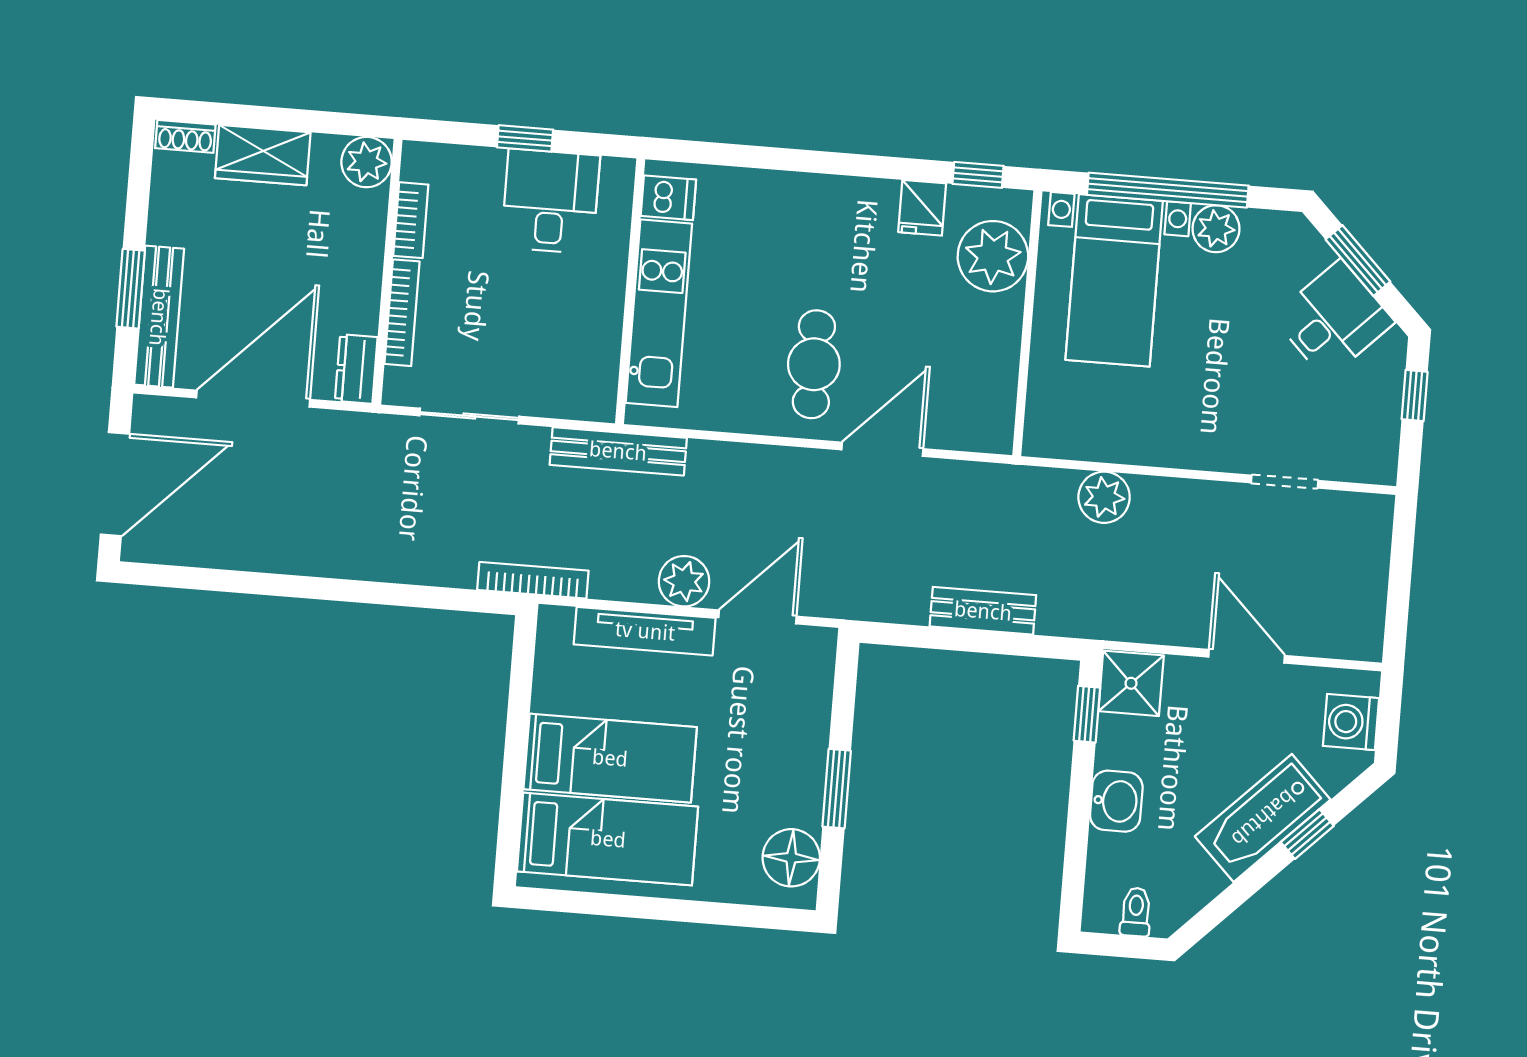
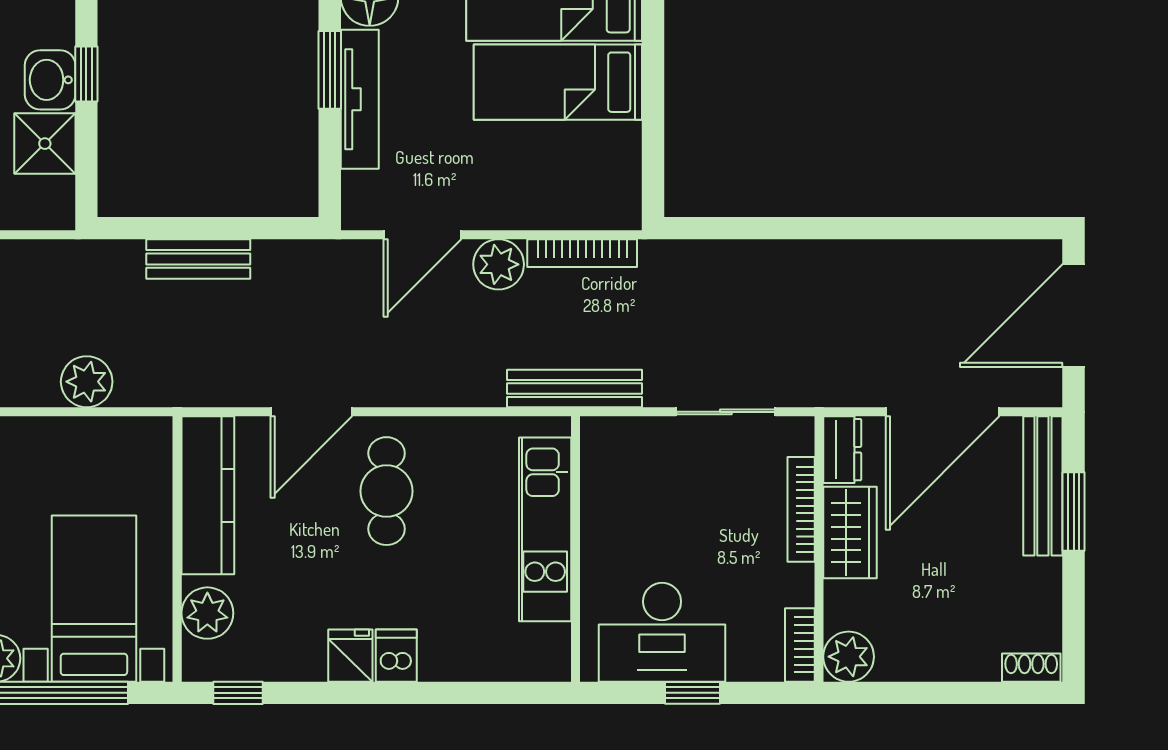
wardrobe: (263, 155) -> (850, 533), moved, turned 90
dishwasher: (668, 198) -> (396, 656), moved, turned 90
desk: (551, 201) -> (662, 632), width x1.37
fridge: (922, 208) -> (350, 656), moved
bookcase: (411, 220) -> (800, 645), moved
plant: (993, 256) -> (207, 613), width x0.73, depth x0.73
kitchen counter: (992, 374) -> (208, 495), added
bookcase: (533, 580) -> (582, 253), moved
tv unit: (645, 631) -> (360, 99), moved, turned 90
shower: (1131, 683) -> (45, 144), moved
window: (1087, 714) -> (86, 74), moved

